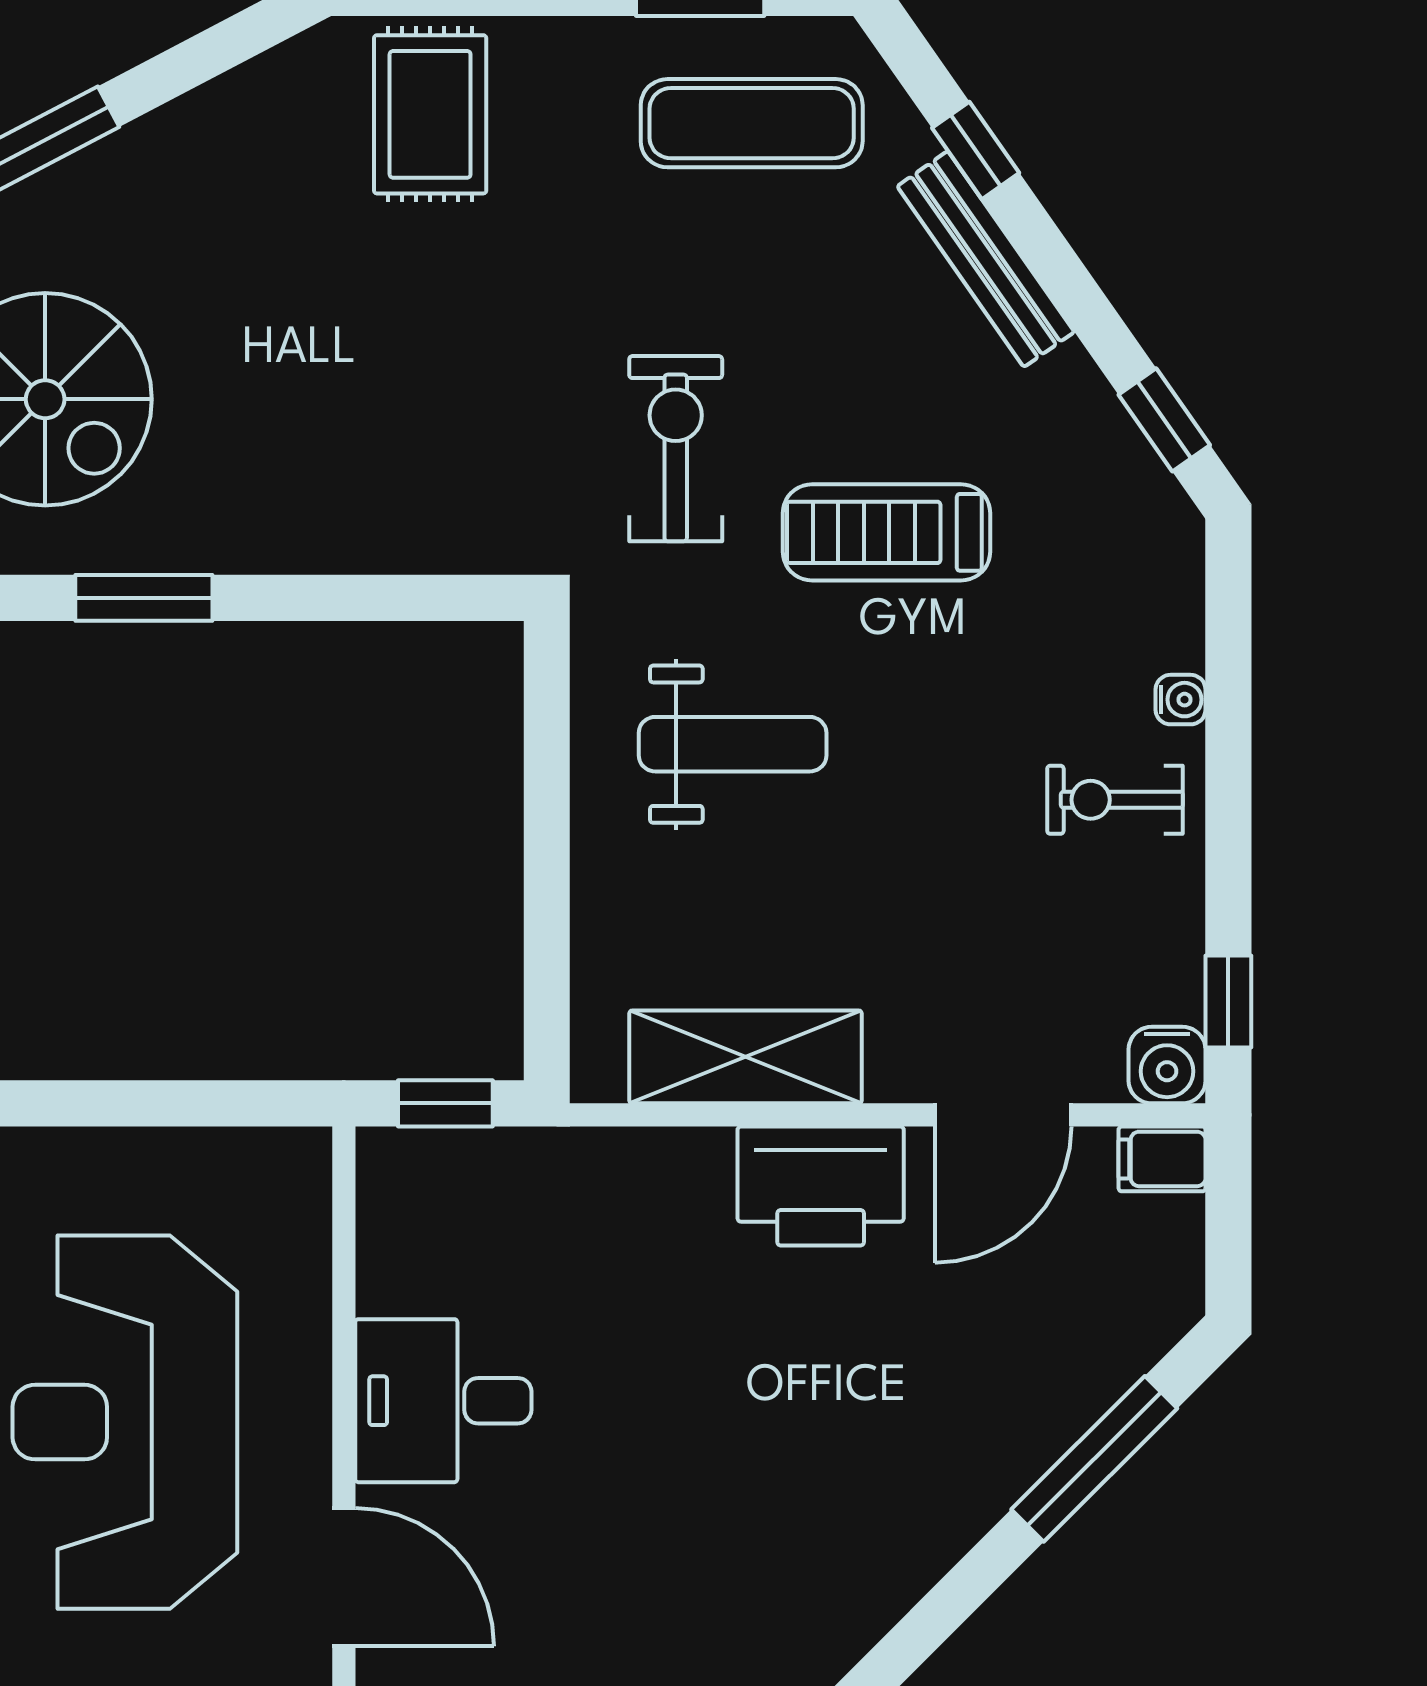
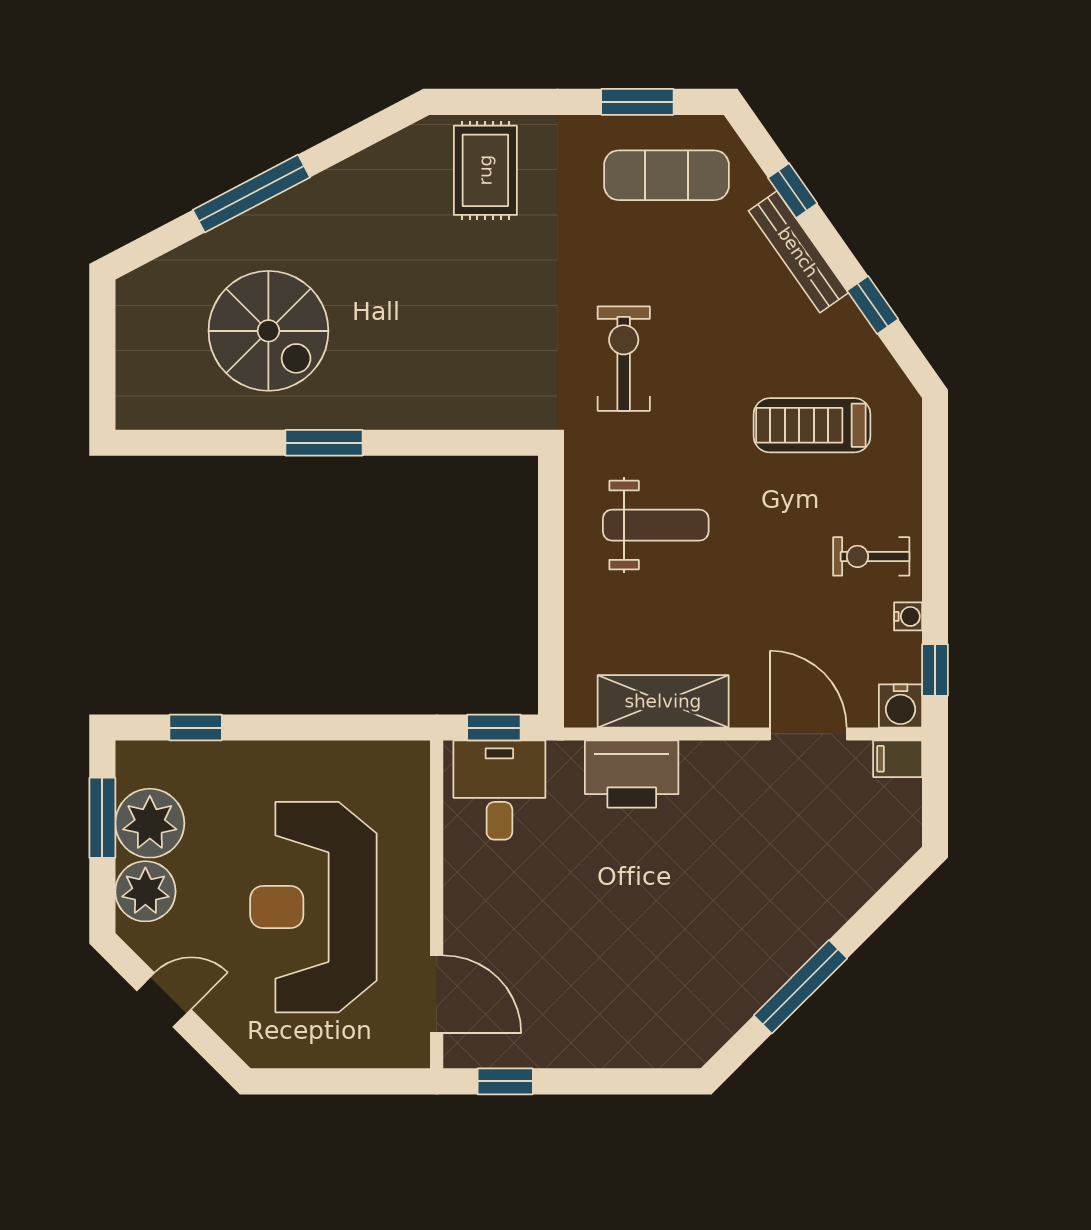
window: (1164, 420) -> (873, 305), moved
treadmill: (886, 532) -> (812, 425), moved
water cooler: (1181, 700) -> (908, 616), moved
door: (1003, 1115) -> (808, 734), swing flipped
printer: (821, 1186) -> (632, 774), moved
desk: (443, 1401) -> (499, 790), moved, turned 90
window: (1094, 1459) -> (800, 987), moved

